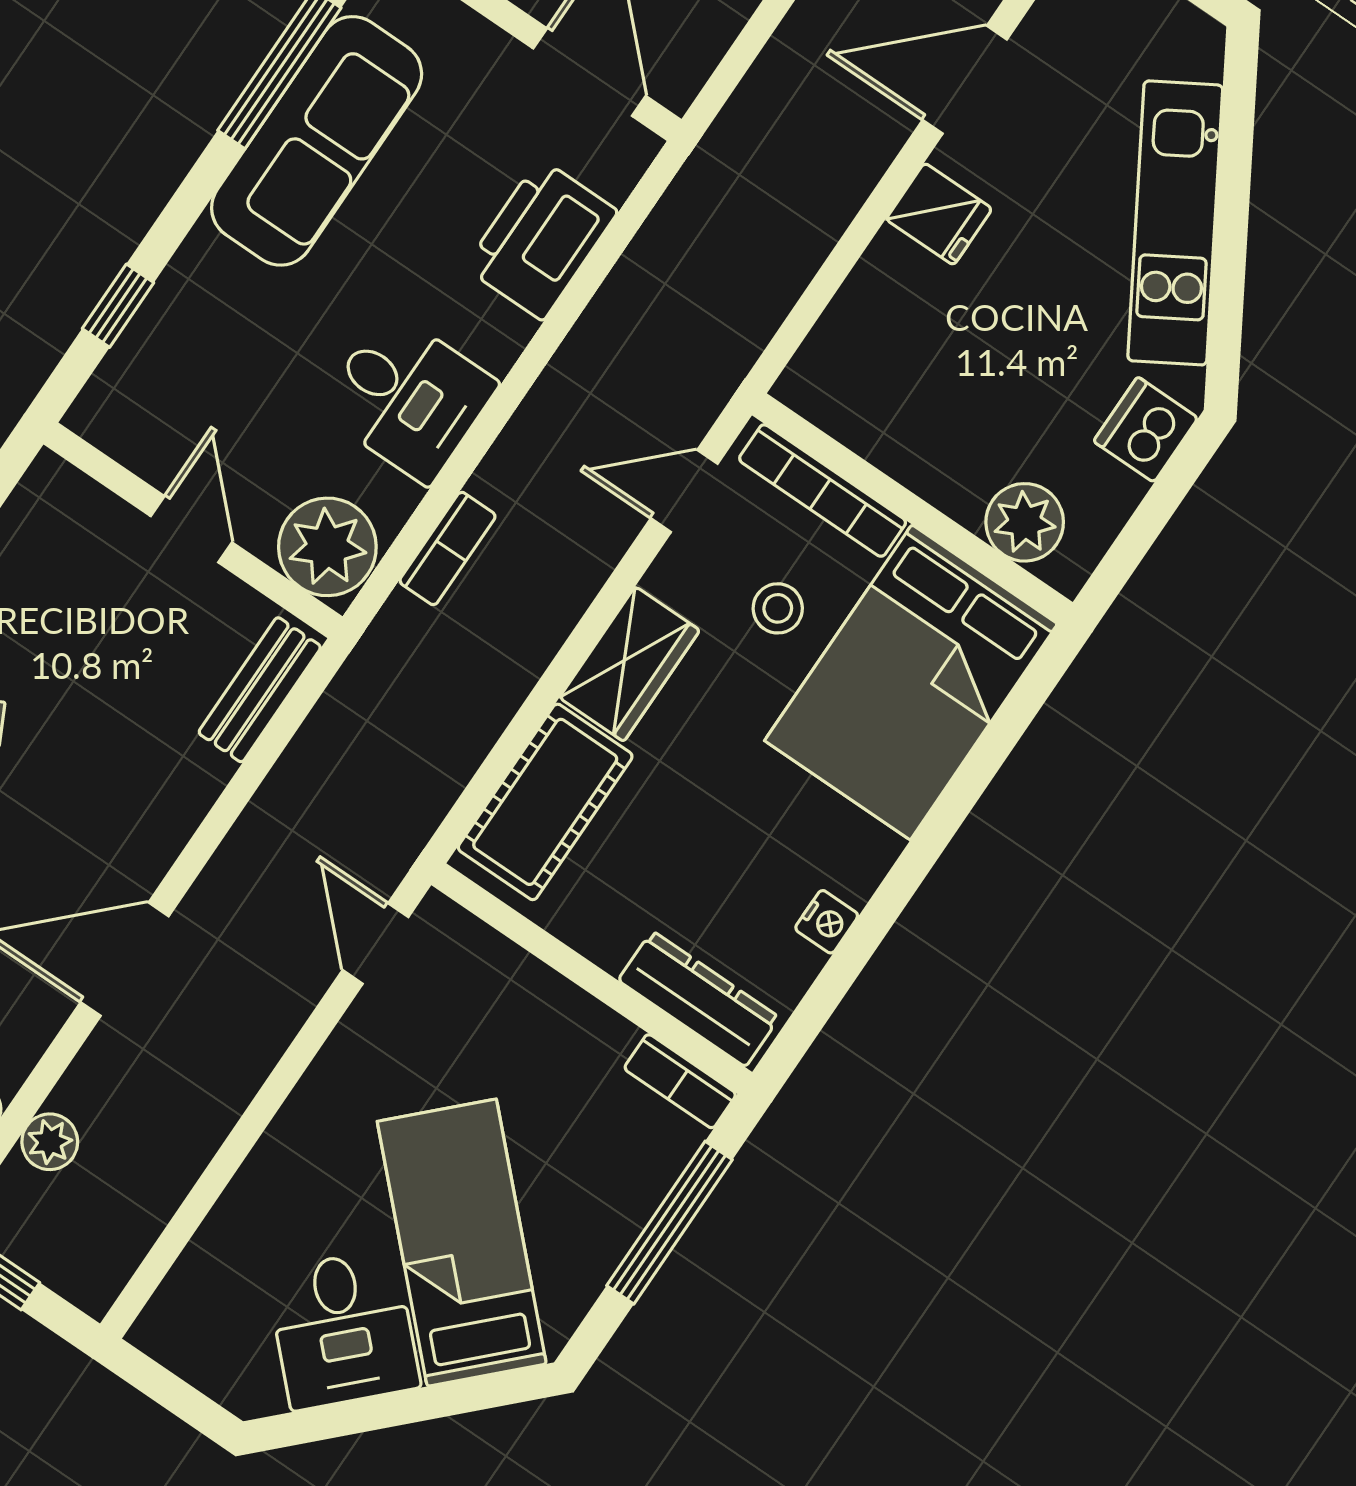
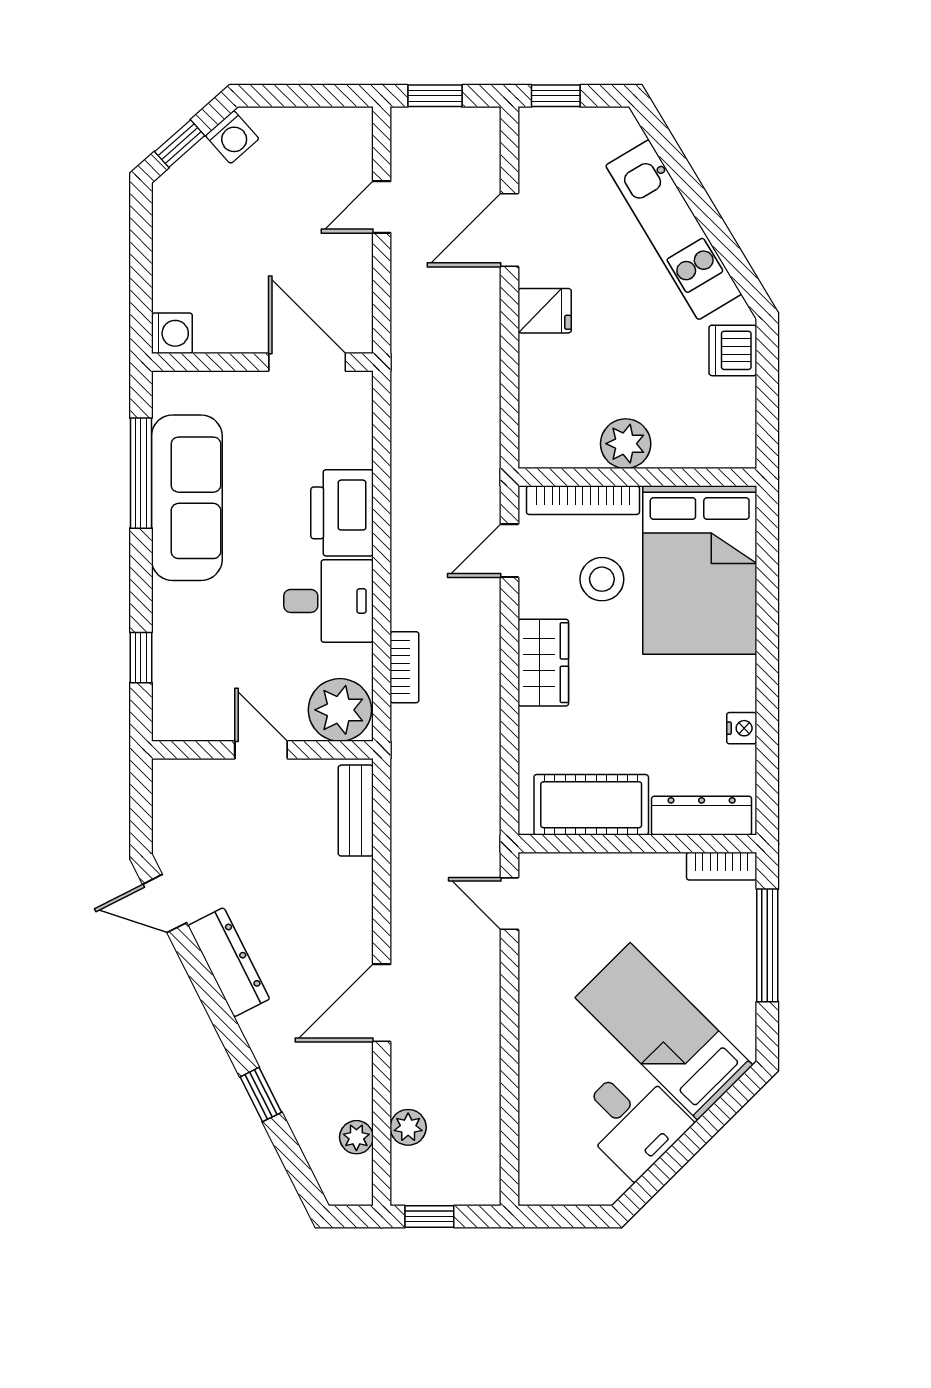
printer: (541, 239) -> (342, 513), moved
plant: (1025, 522) -> (626, 444), moved
stool: (778, 608) -> (602, 579), width x1.37, depth x1.37
cot: (545, 802) -> (591, 805), moved, turned 90

